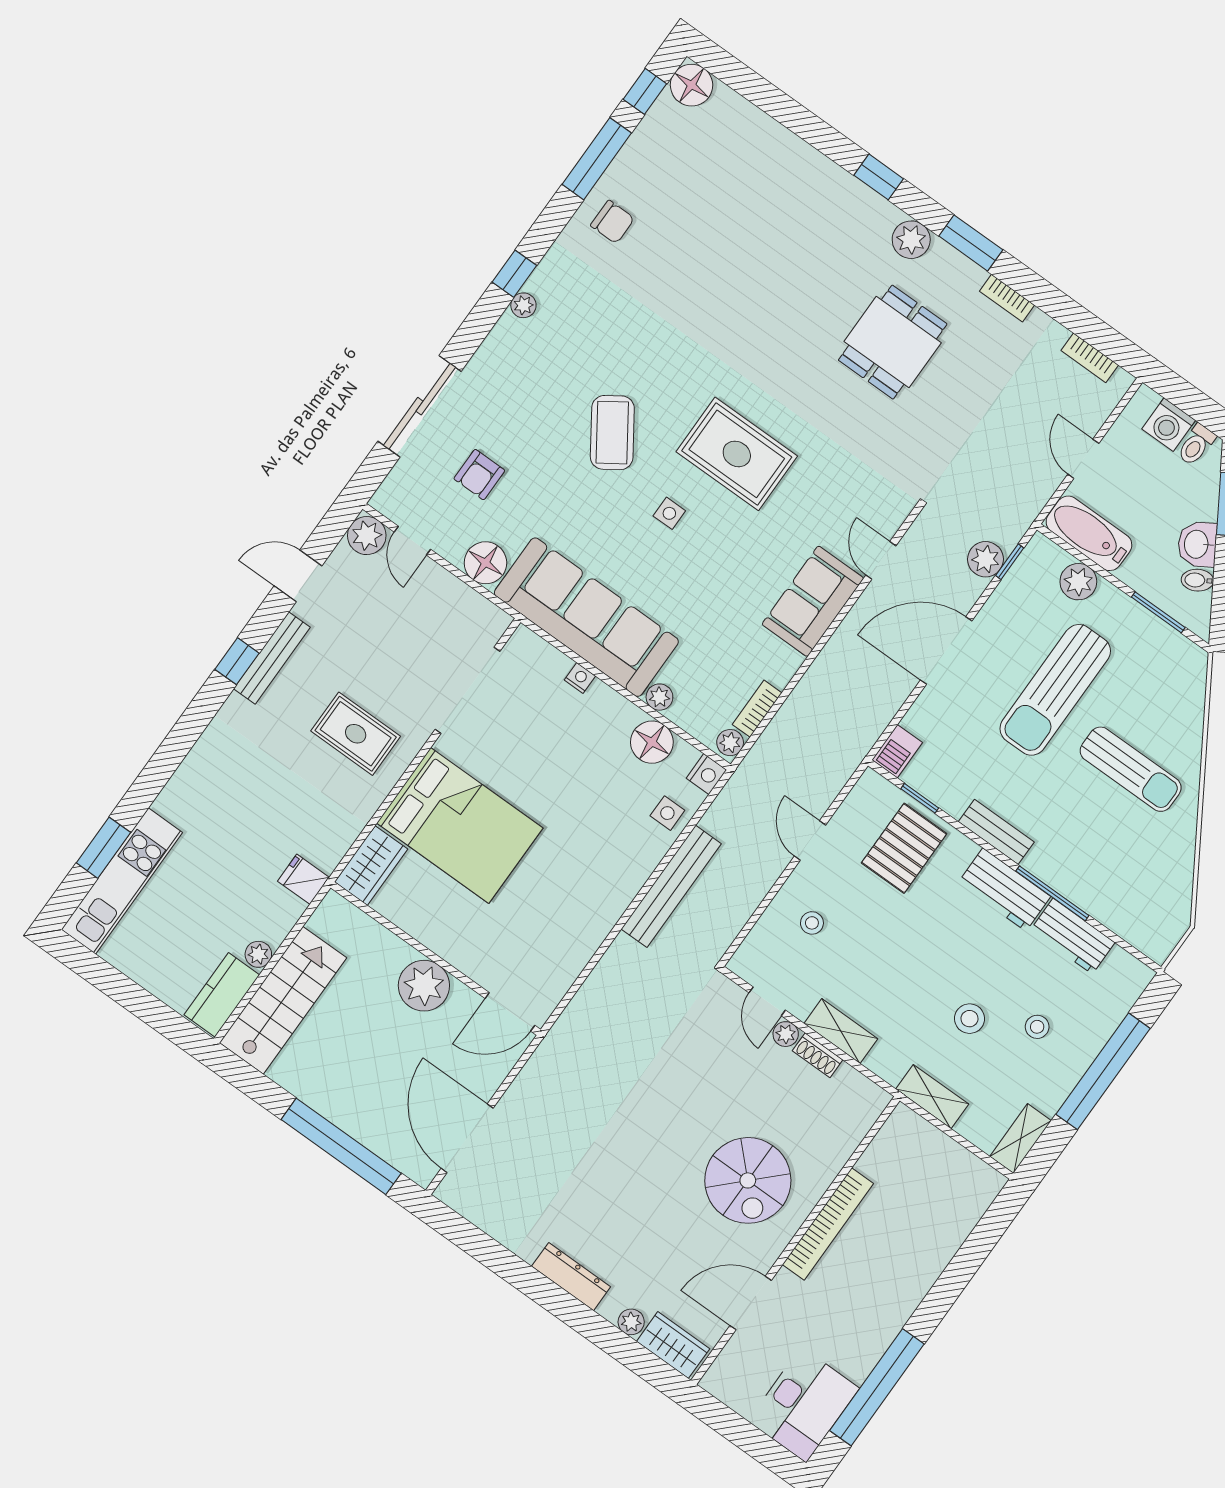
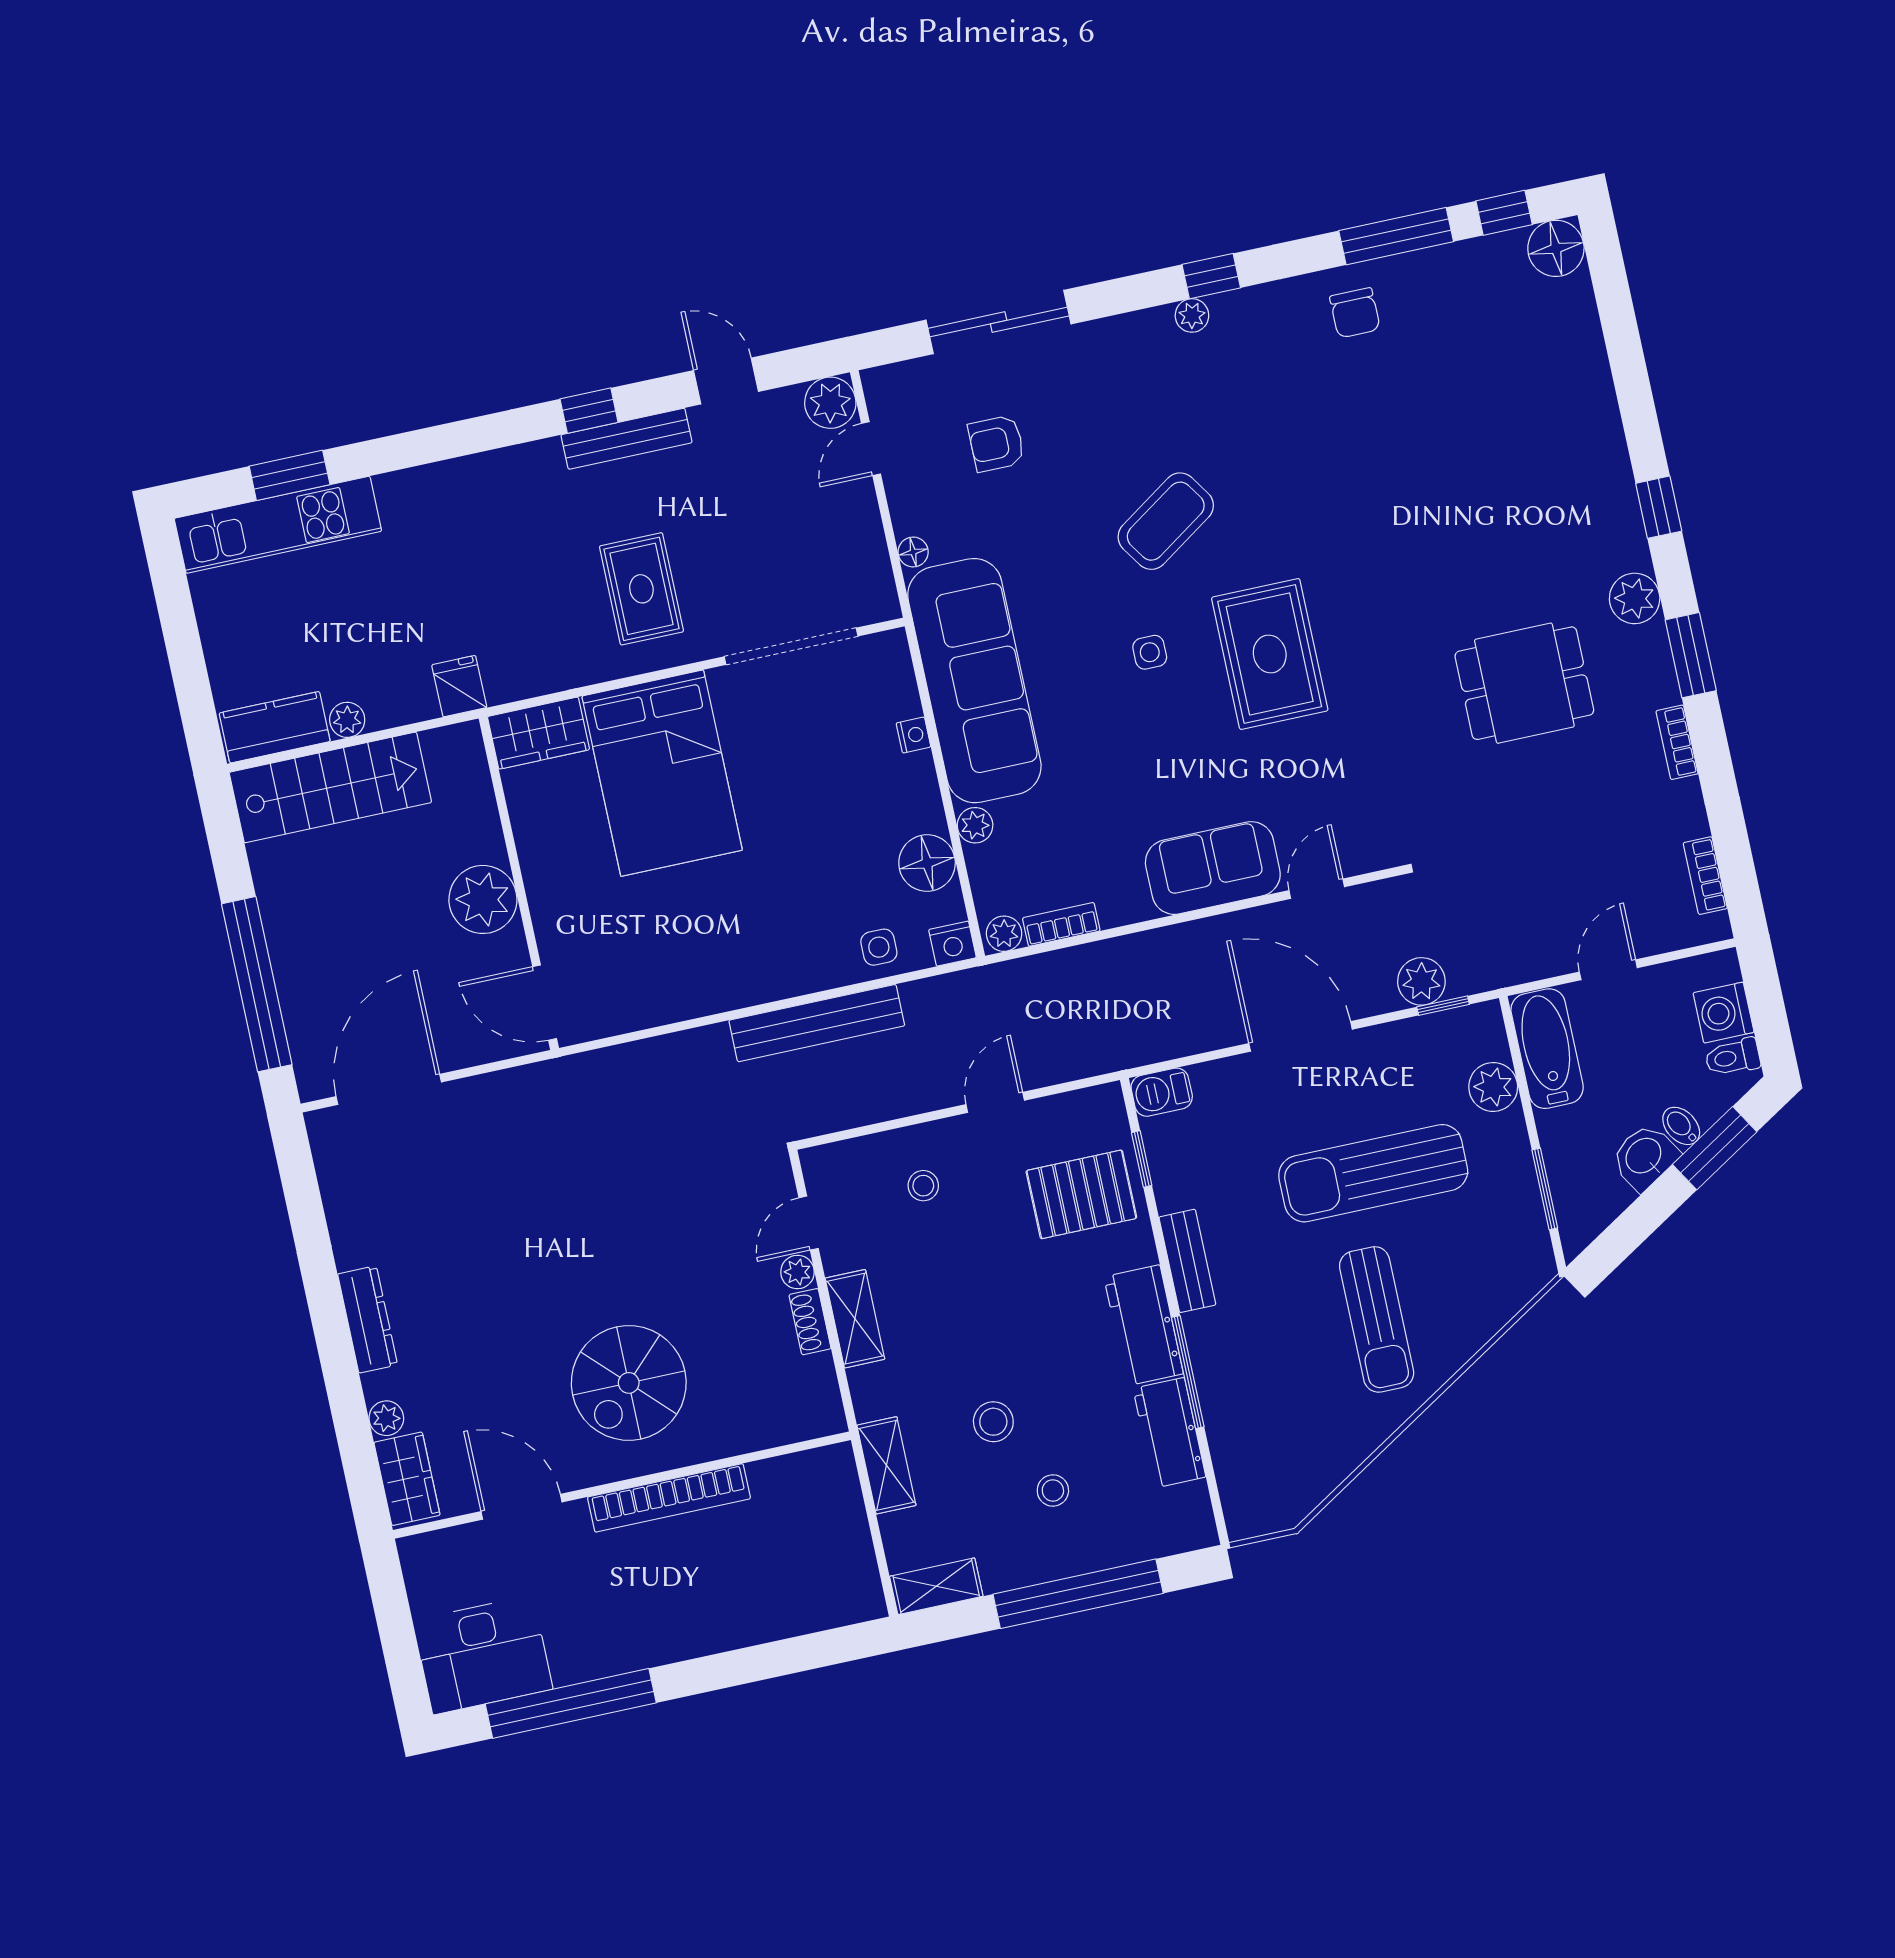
floor lamp: (485, 563) -> (913, 552), width x0.53, depth x0.53
bidet: (1197, 580) -> (1681, 1126), moved

